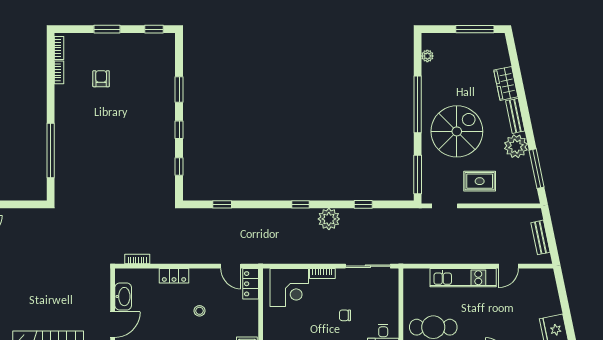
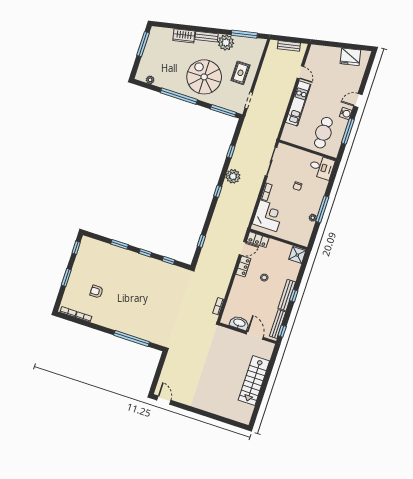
locker: (174, 276) -> (243, 266), moved

